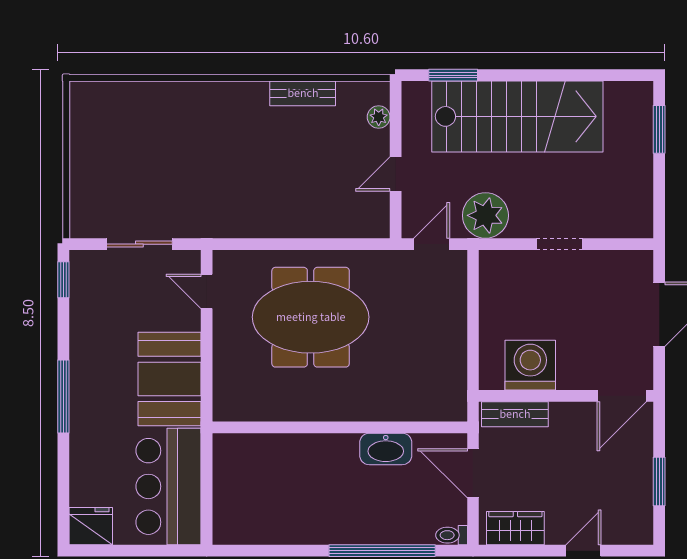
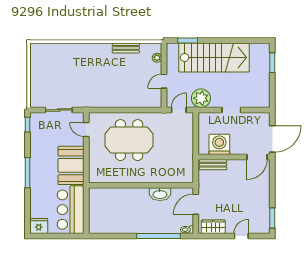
washing machine: (530, 365) -> (219, 144), moved
wall: (566, 396) -> (234, 157), moved
door: (622, 396) -> (257, 157), moved
bench: (515, 414) -> (213, 165), moved
door: (473, 473) -> (196, 204), hinge flipped
window: (659, 481) -> (272, 218), moved

